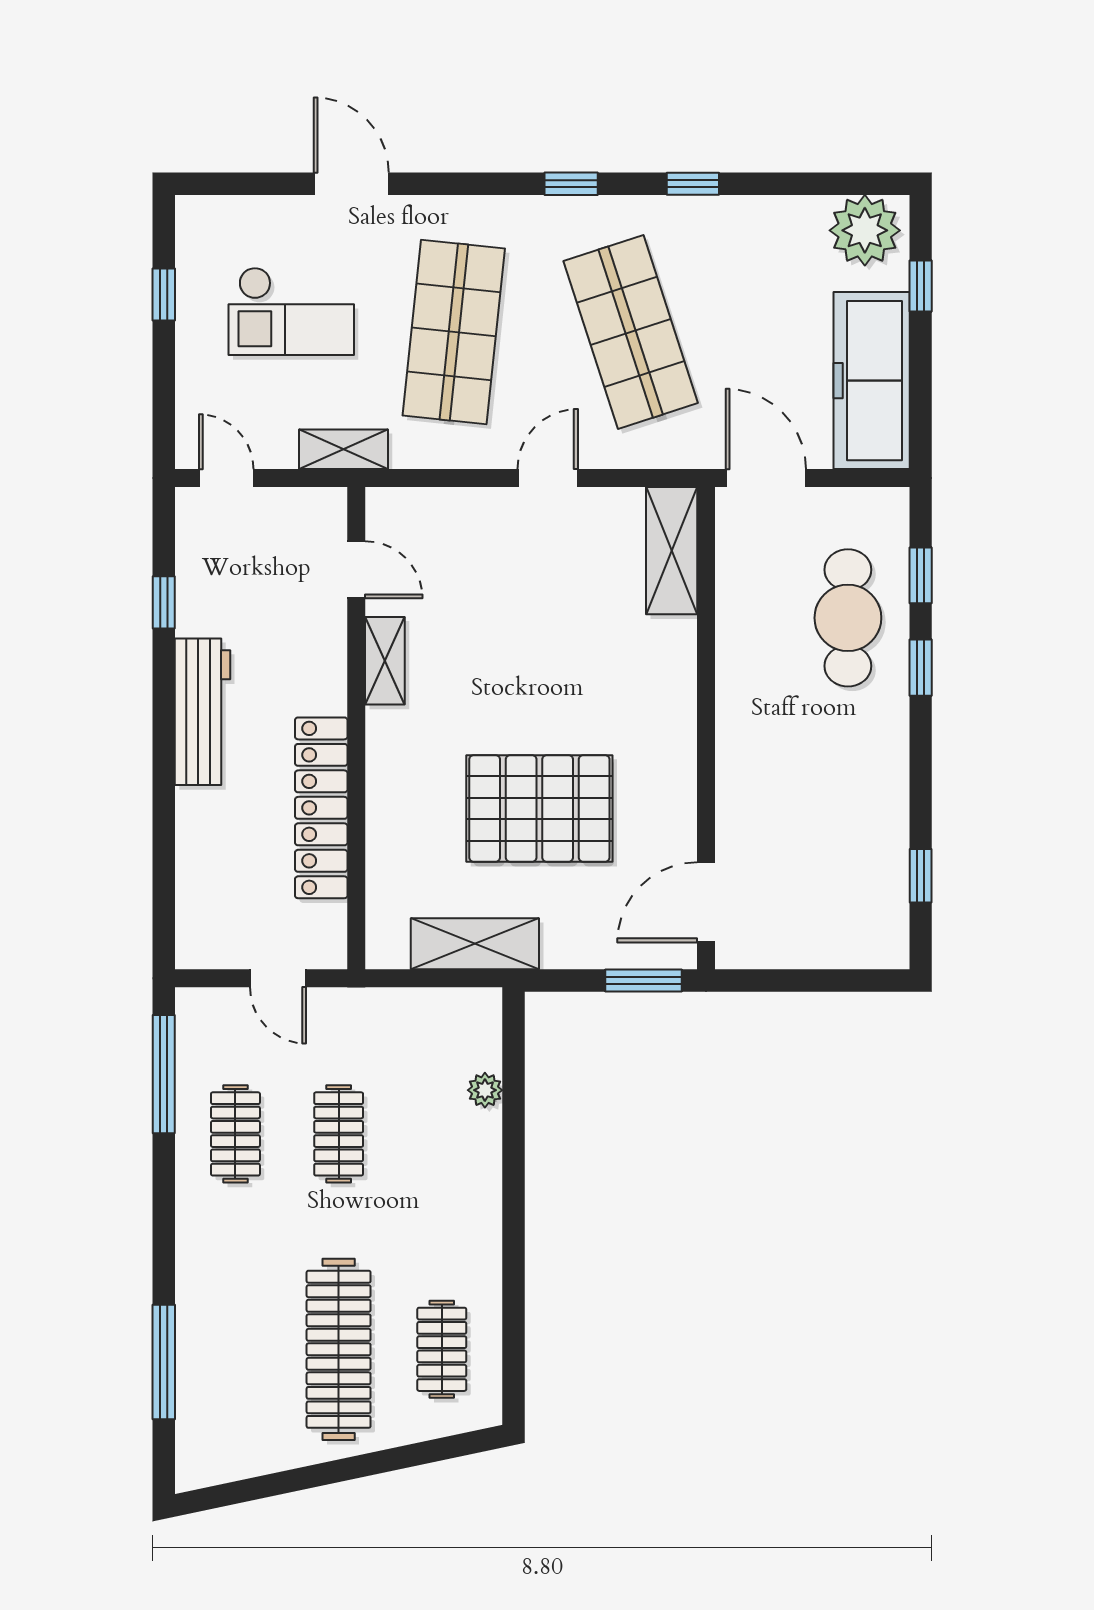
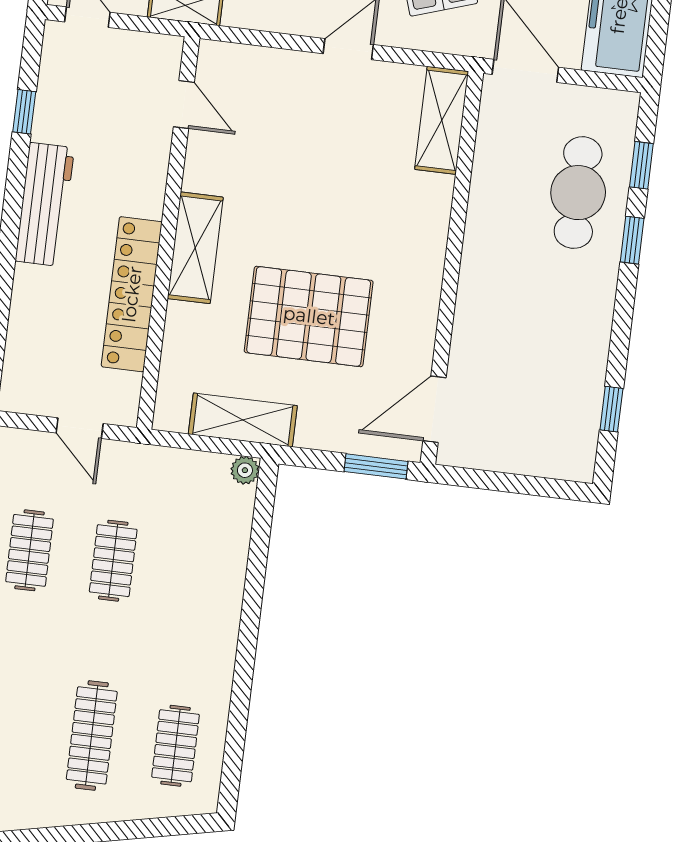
shelving: (385, 661) -> (195, 248), moved, width x1.50, depth x1.33
plant: (485, 1090) -> (245, 470), moved
clothes rail: (339, 1349) -> (92, 735), width x0.73, depth x0.76

